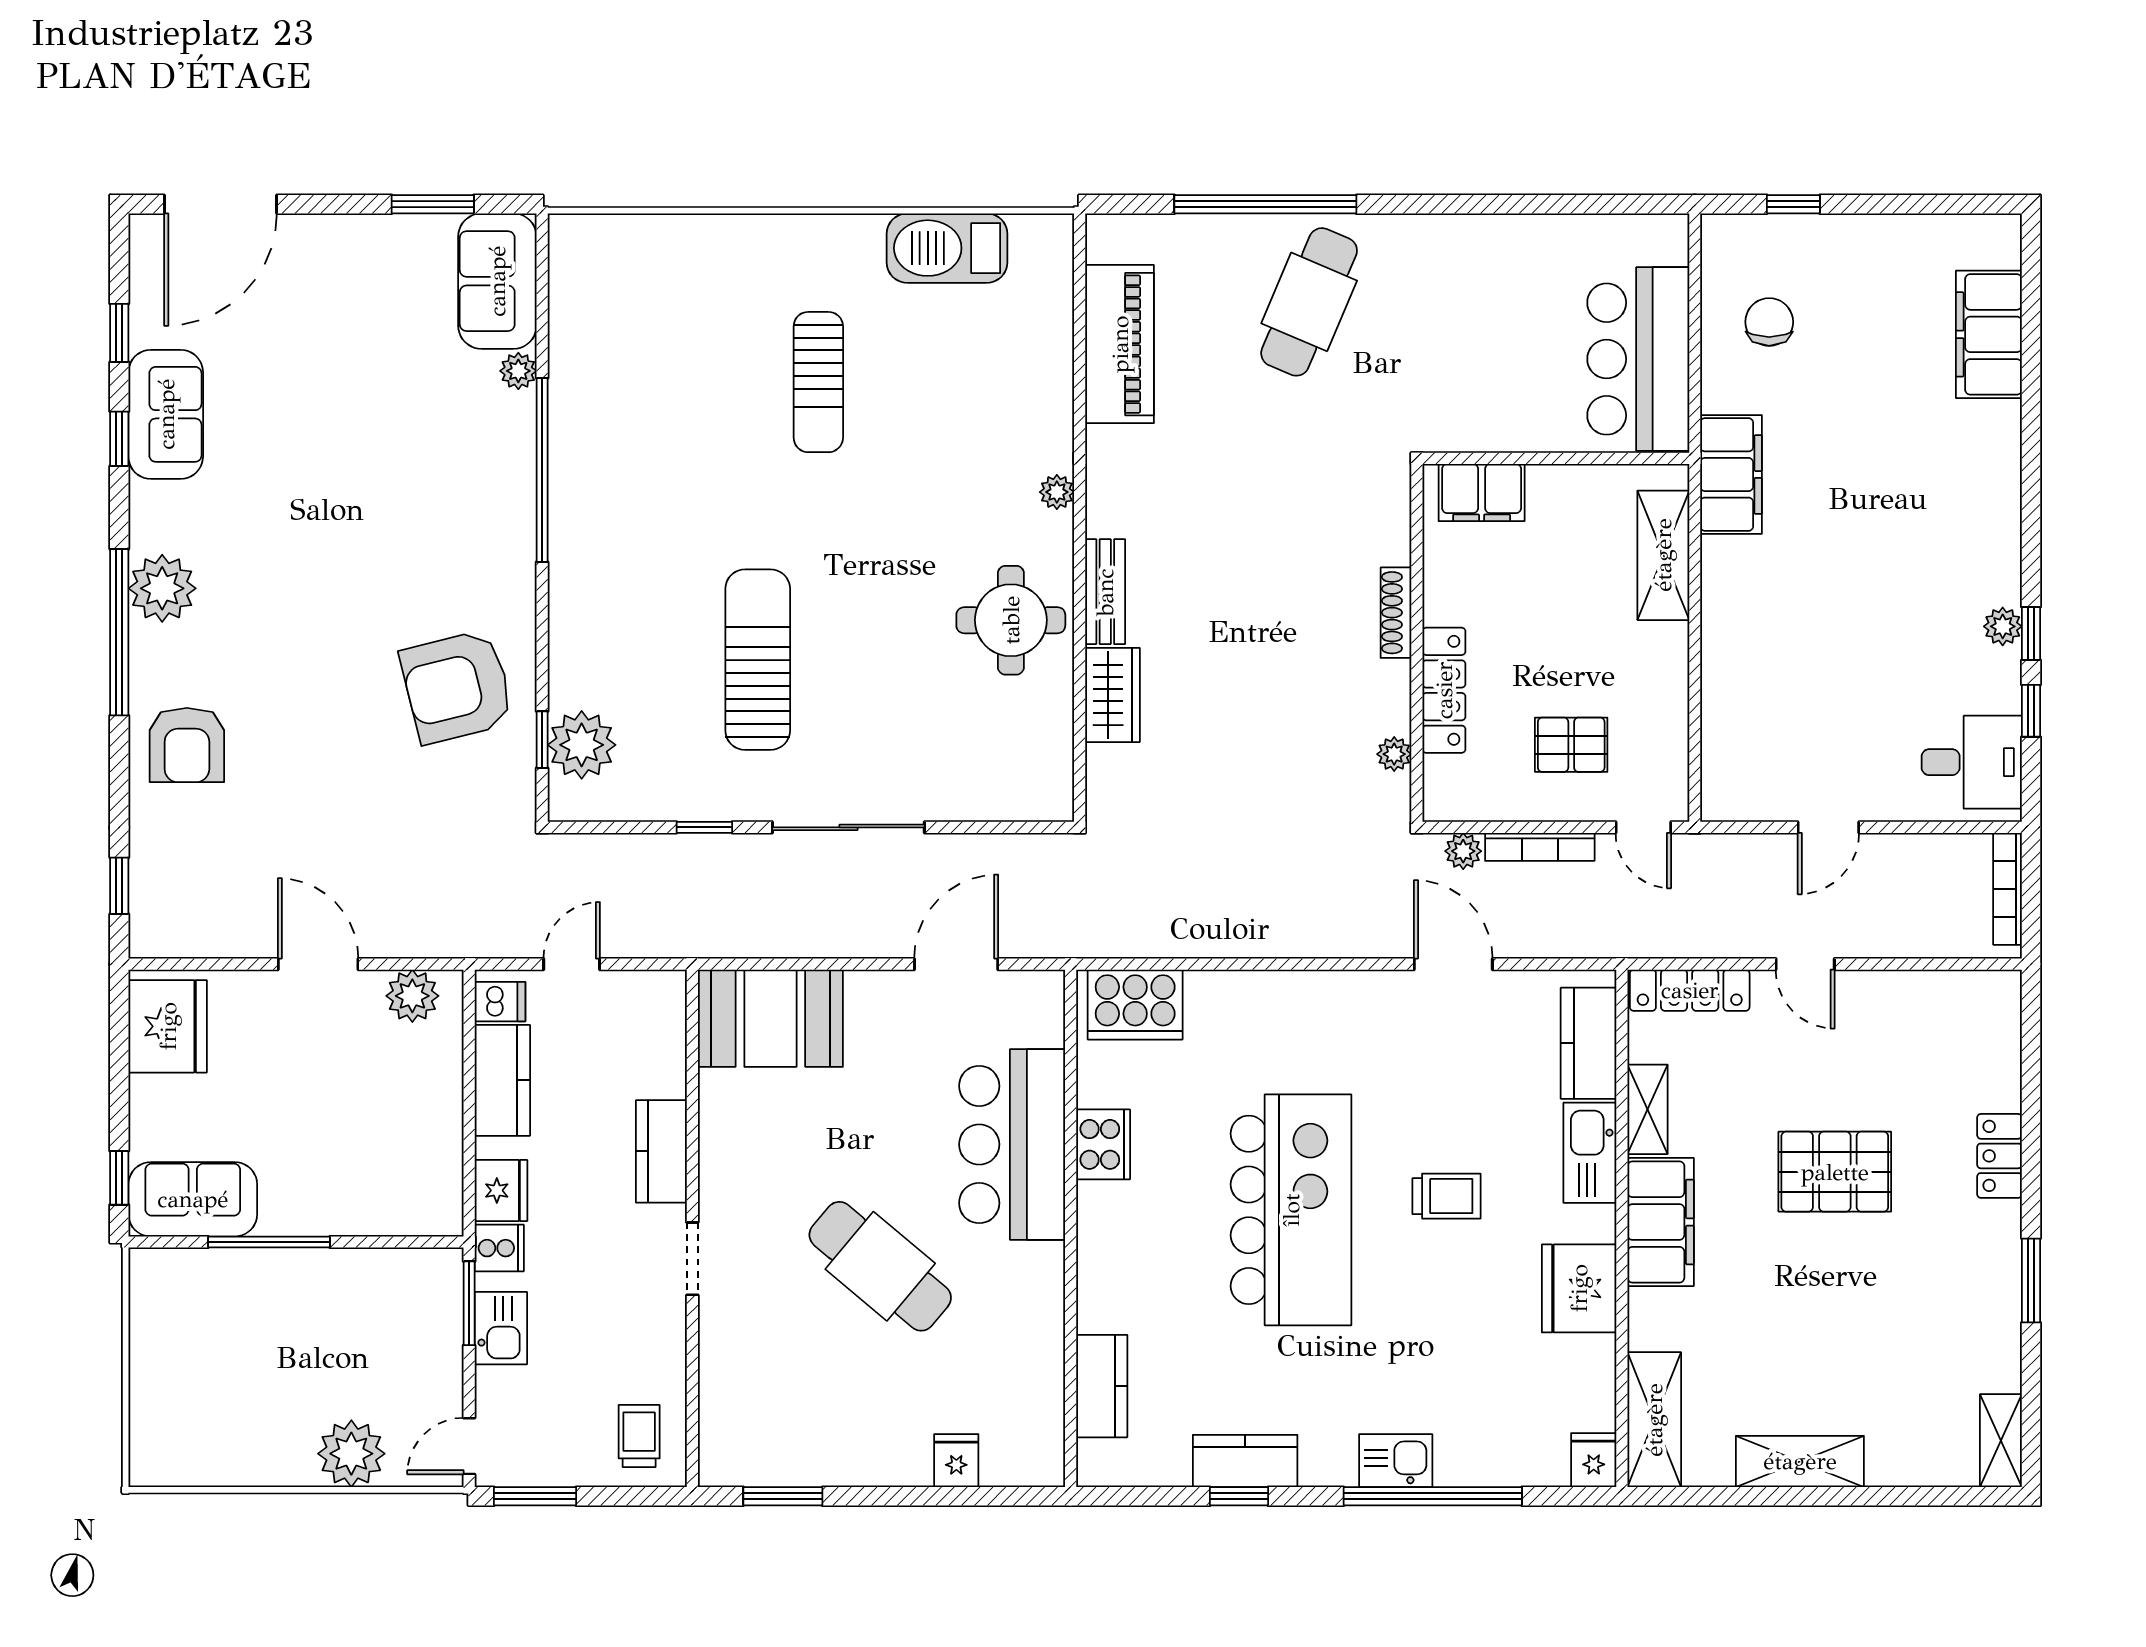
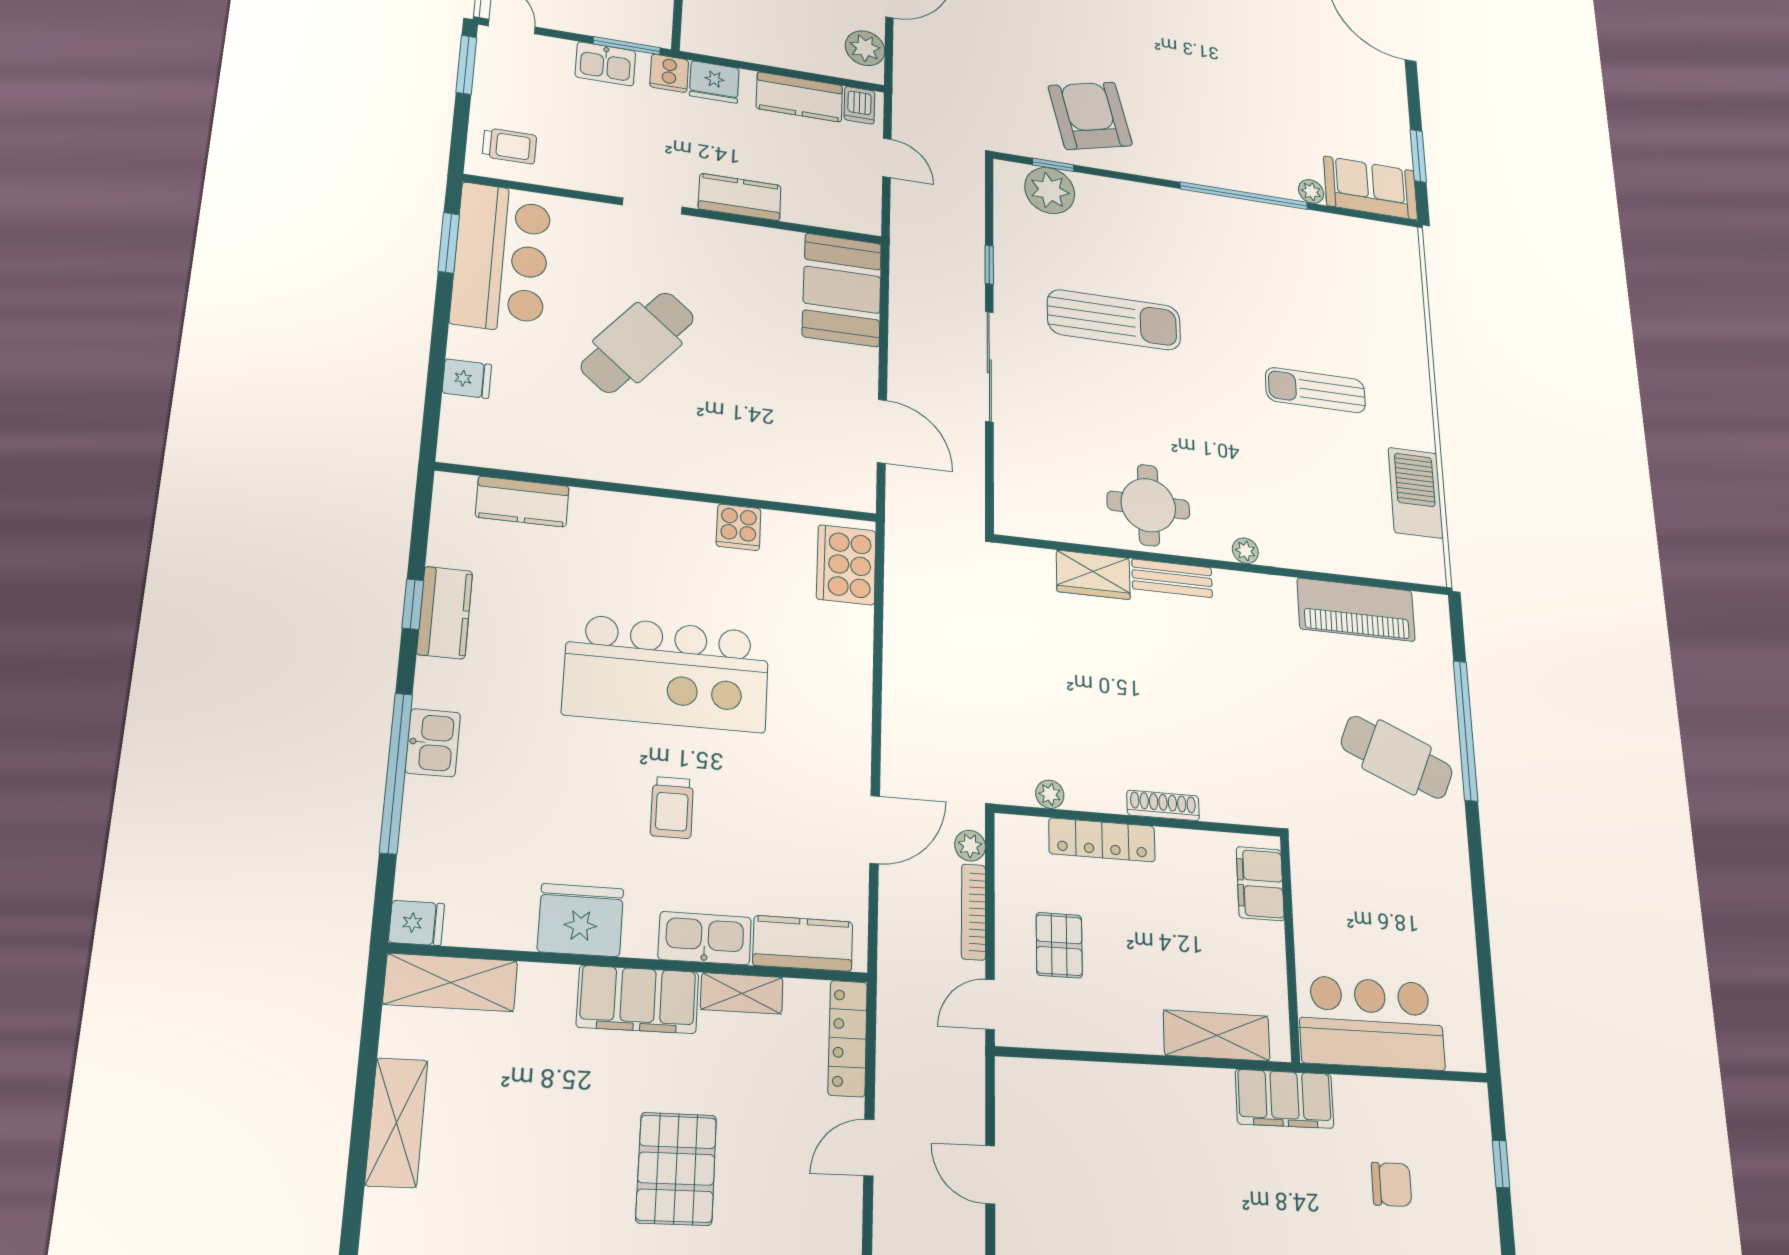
chair: (1769, 322) -> (1392, 1184), moved
bar counter: (1012, 1144) -> (501, 258), moved, turned 90
cooker: (1103, 1144) -> (739, 527), width x0.73

